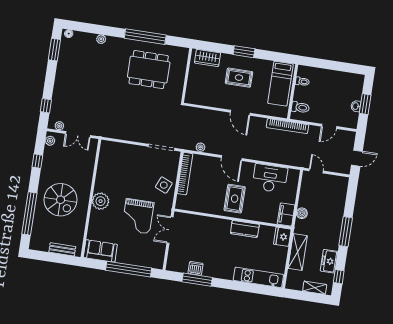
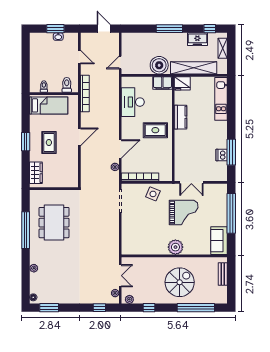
door: (232, 158) -> (120, 149), moved
boiler: (302, 213) -> (159, 65), width x1.86, depth x1.86
shelving: (298, 252) -> (194, 68), width x1.47

